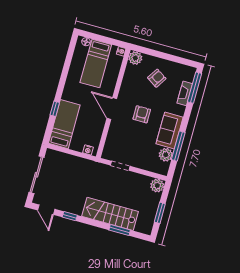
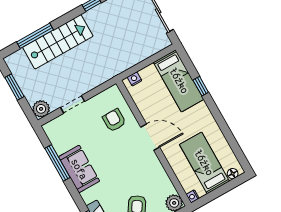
armchair: (142, 114) -> (114, 120), moved, turned 180
plant: (166, 155) -> (61, 144), removed
doorway: (120, 166) -> (72, 104), moved
window: (120, 230) -> (35, 36), width x1.44

